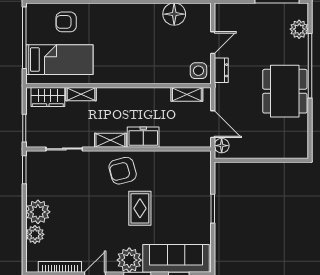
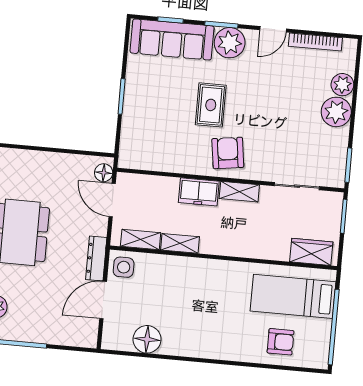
door: (213, 43) -> (103, 300), width x1.38
dresser: (221, 70) -> (96, 258), width x1.44
shelving: (81, 94) -> (180, 243), moved
armchair: (123, 171) -> (228, 153), turned -83

